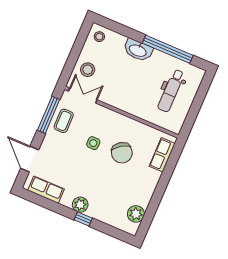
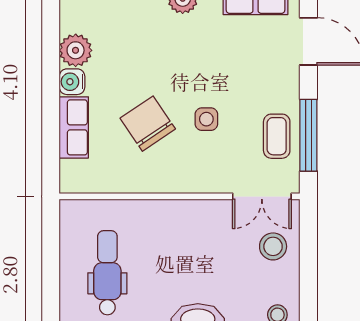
row of seats: (162, 155) -> (74, 127), moved
water cooler: (149, 188) -> (72, 82), added
plant: (136, 214) -> (76, 50), moved

